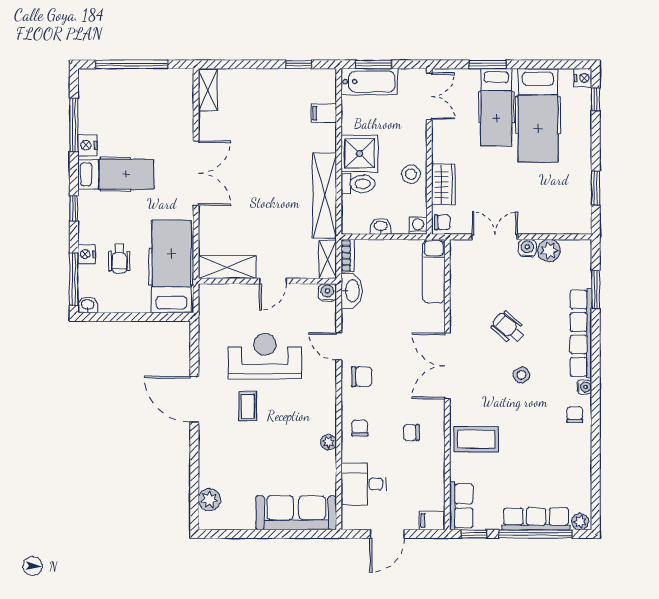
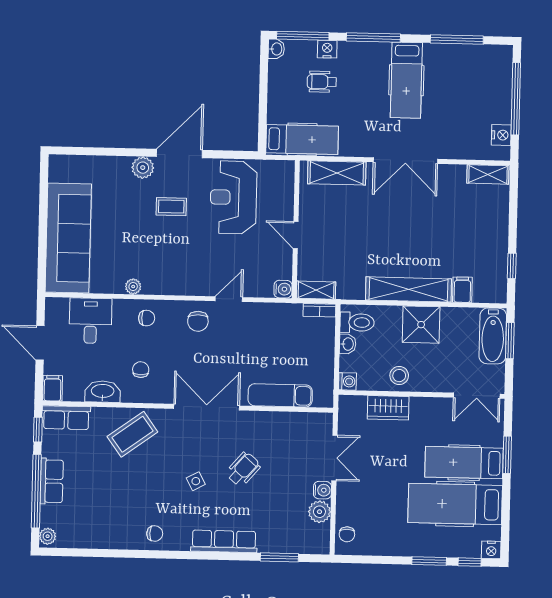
nightstand: (87, 145) -> (501, 135), moved, turned 90
toilet: (358, 184) -> (357, 322), moved, turned -90
window: (596, 188) -> (429, 561), moved
shelving: (325, 196) -> (409, 289), moved
window: (74, 208) -> (373, 38), width x2.17
chair: (442, 222) -> (347, 534), moved
hospital bed: (171, 267) -> (302, 139), width x0.73, depth x0.78
shelving: (227, 267) -> (337, 173), moved, turned 90
exam couch: (434, 271) -> (280, 395), moved
washbasin: (352, 291) -> (103, 392), moved, turned 180
row of seats: (581, 333) -> (224, 541), width x0.73
reception desk: (265, 356) -> (233, 197), moved, turned 180
water cooler: (584, 387) -> (182, 544), removed
coffee table: (476, 439) -> (132, 434), turned 54
plant: (209, 500) -> (143, 168), moved
sofa: (296, 513) -> (68, 238), width x1.36, depth x1.27
row of seats: (536, 519) -> (52, 481), width x0.68

